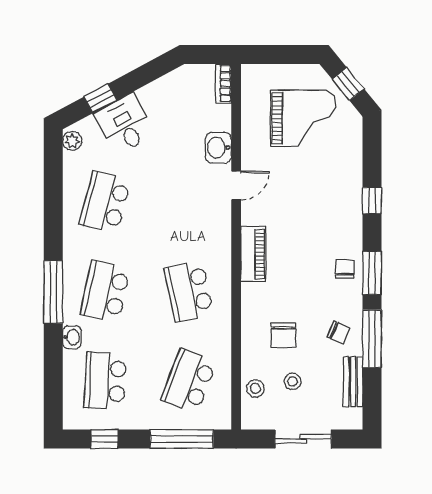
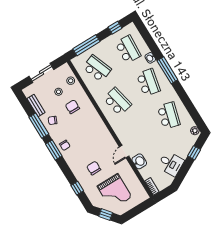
grand piano: (303, 118) -> (115, 192), turned -90
desk: (124, 124) -> (171, 164), moved
chair: (316, 189) -> (94, 168), added
window: (372, 201) -> (77, 188), moved
piano: (253, 254) -> (102, 130), removed
school desk: (189, 381) -> (97, 68), turned -42

